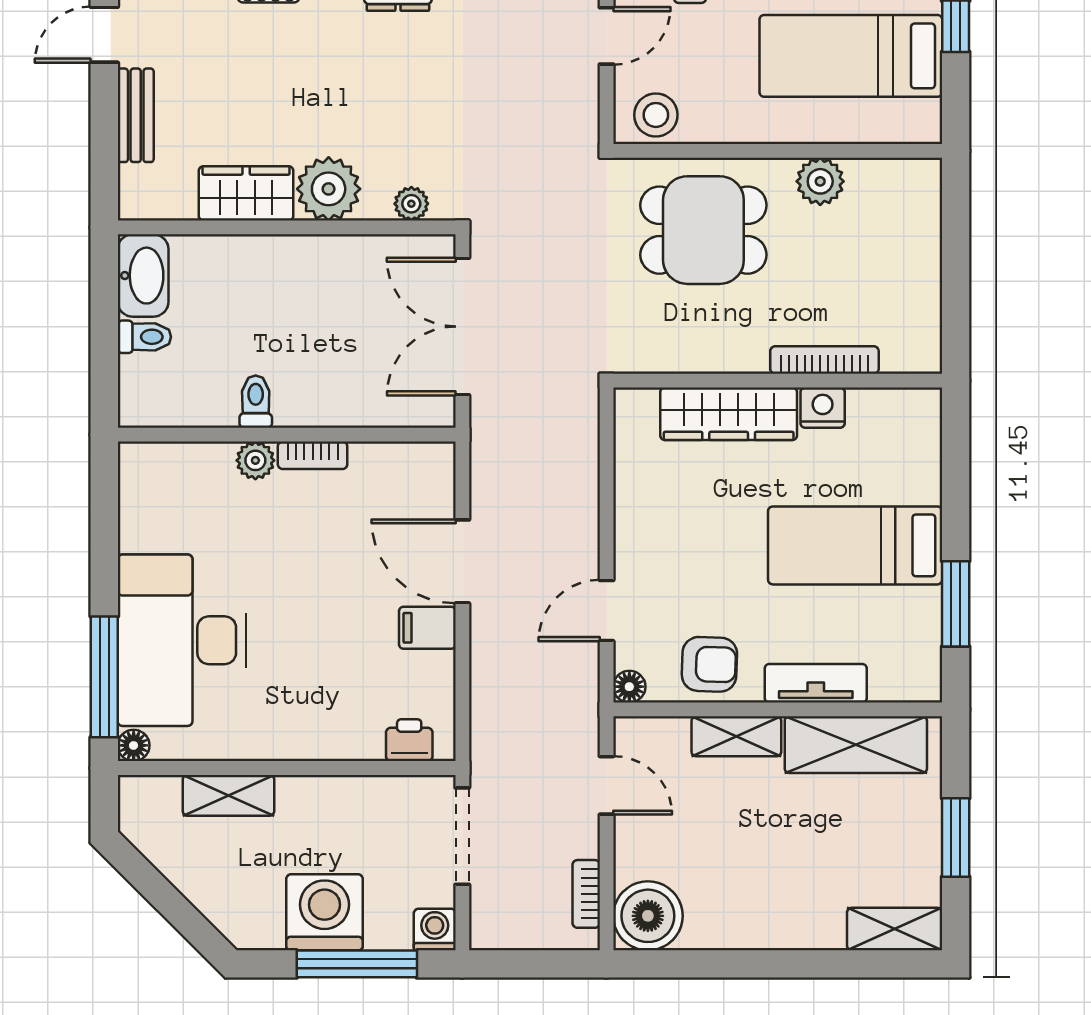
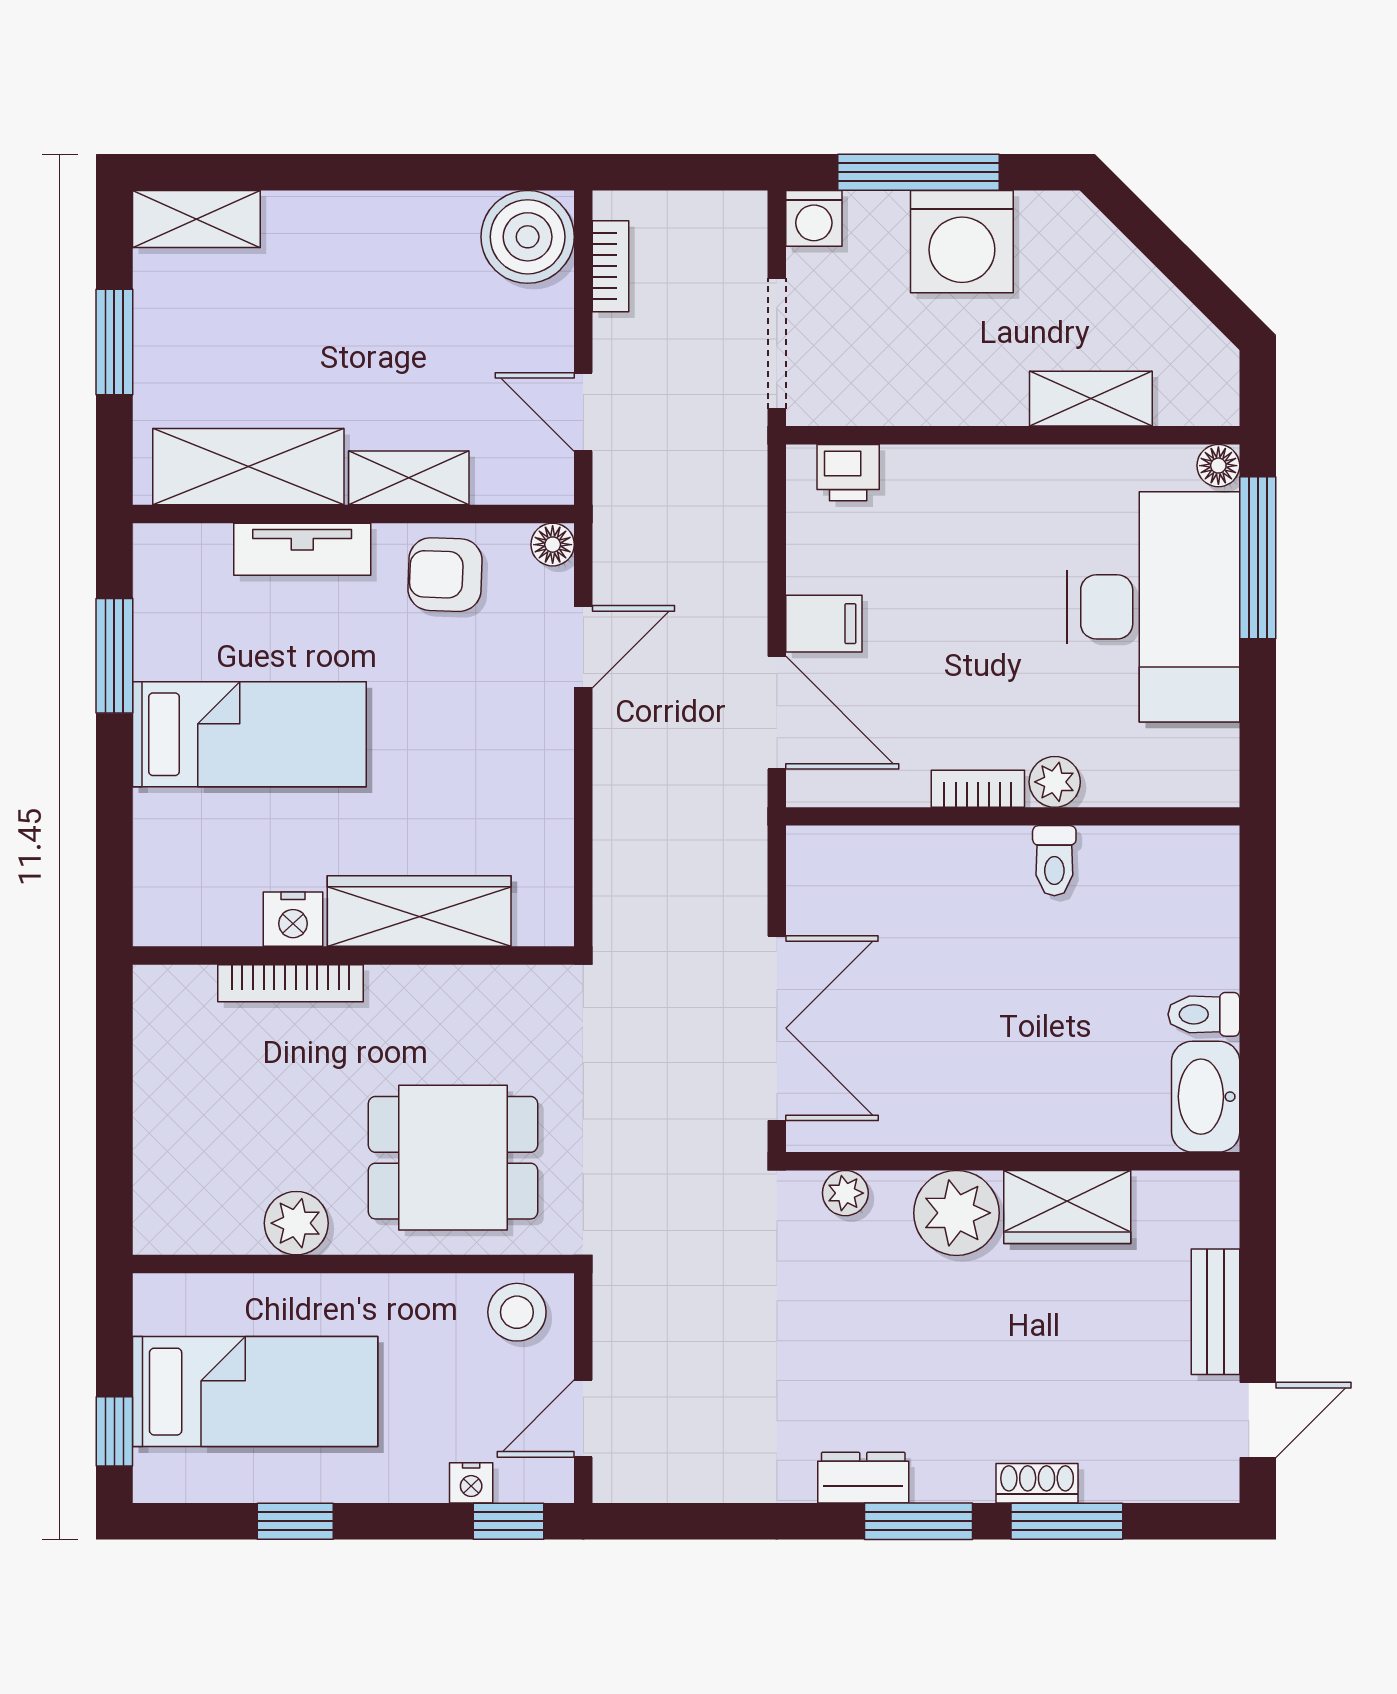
toilet: (256, 402) -> (1054, 861), moved
wall: (287, 435) -> (1013, 816), moved
bookcase: (313, 455) -> (978, 789), moved
plant: (255, 460) -> (1055, 782), moved

